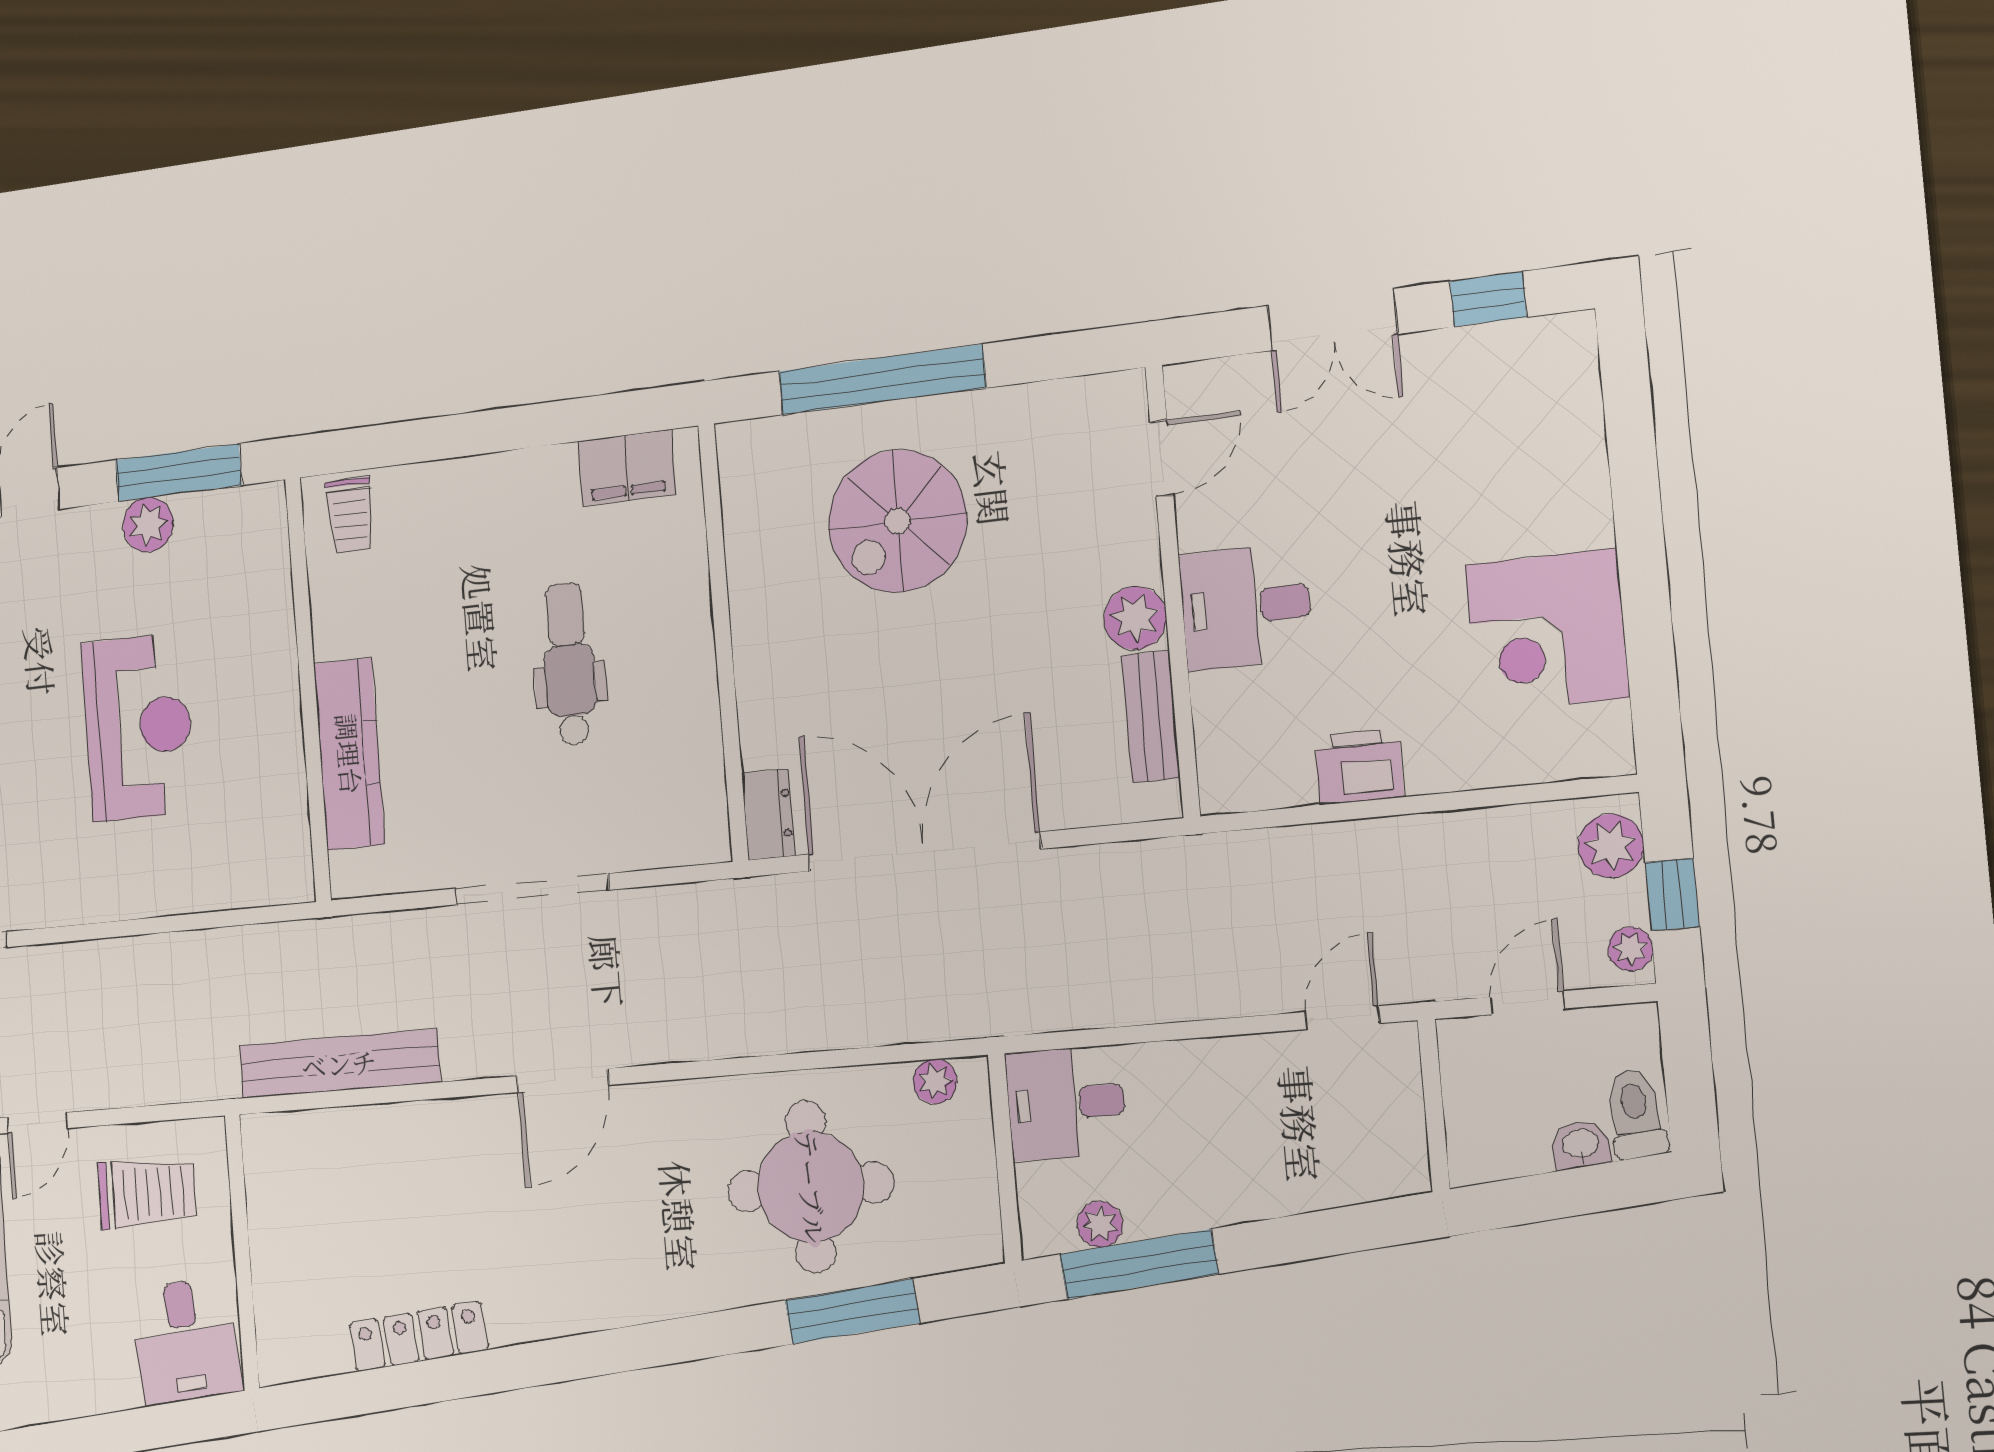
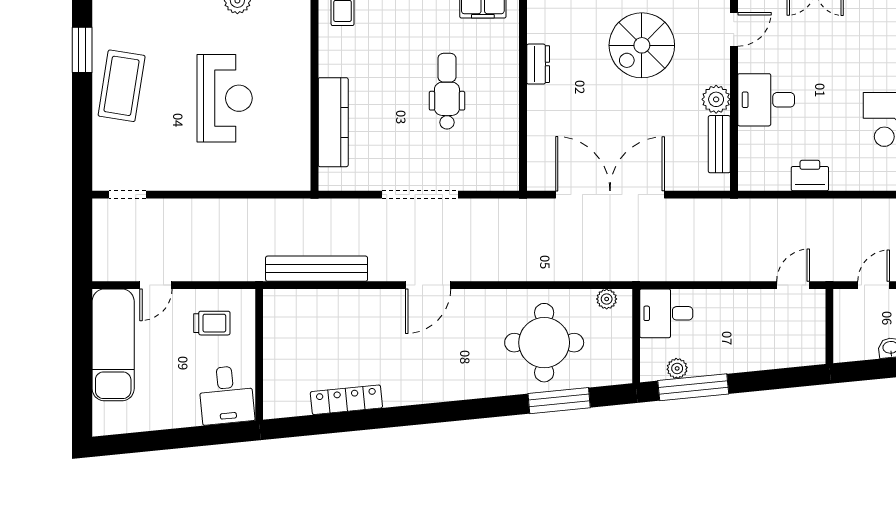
spiral stairs: (898, 521) -> (642, 45), moved
dresser: (768, 815) -> (538, 64), moved
trolley: (147, 1193) -> (212, 323), width x0.73, depth x0.72

